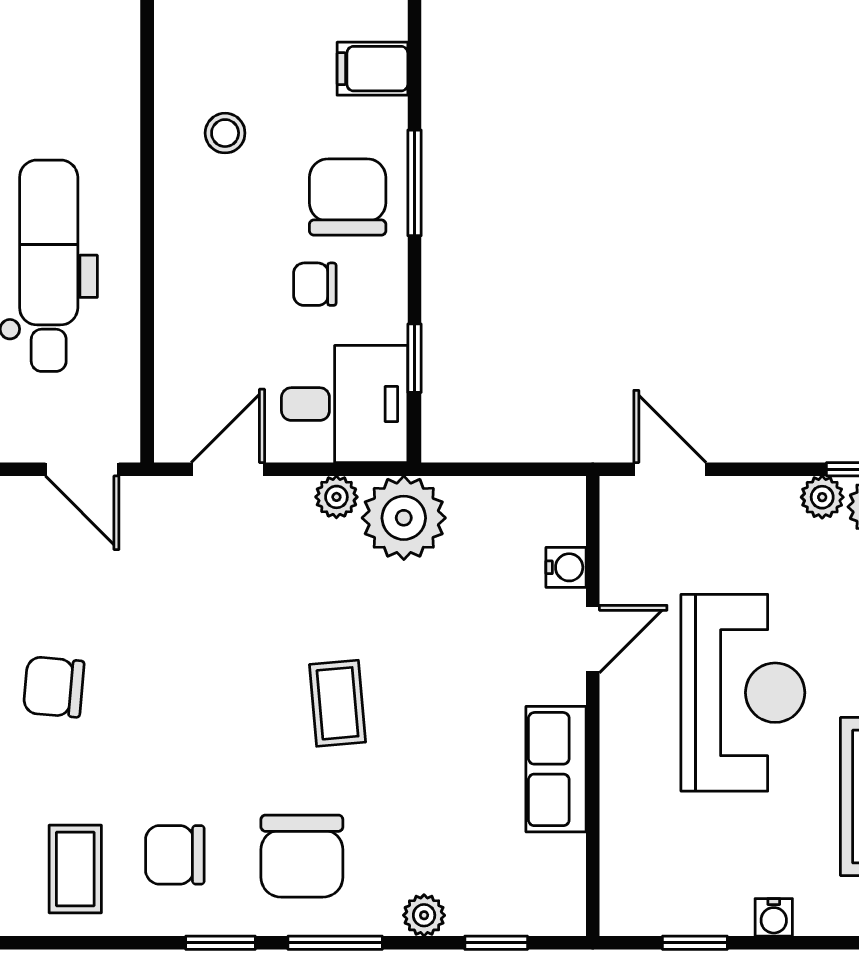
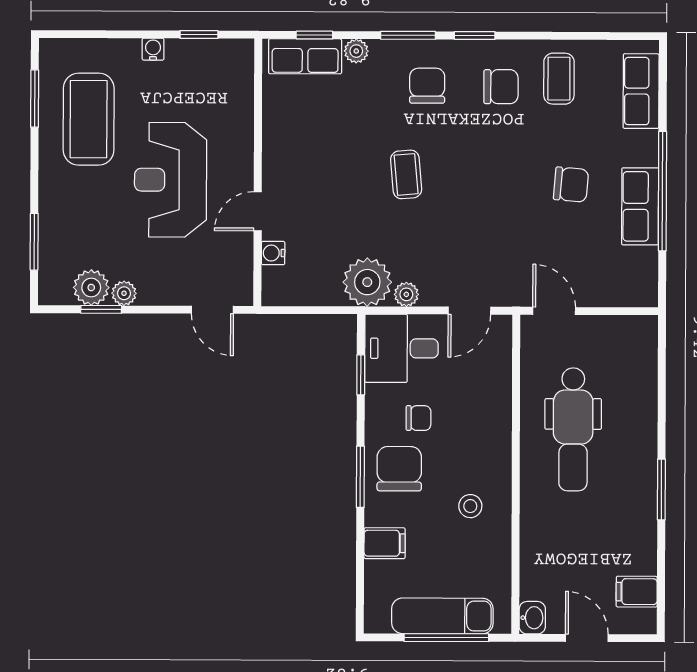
chair: (348, 197) -> (399, 469), turned 180
row of seats: (556, 769) -> (305, 56), moved, turned 90
chair: (302, 856) -> (427, 86), width x0.73, depth x0.73

